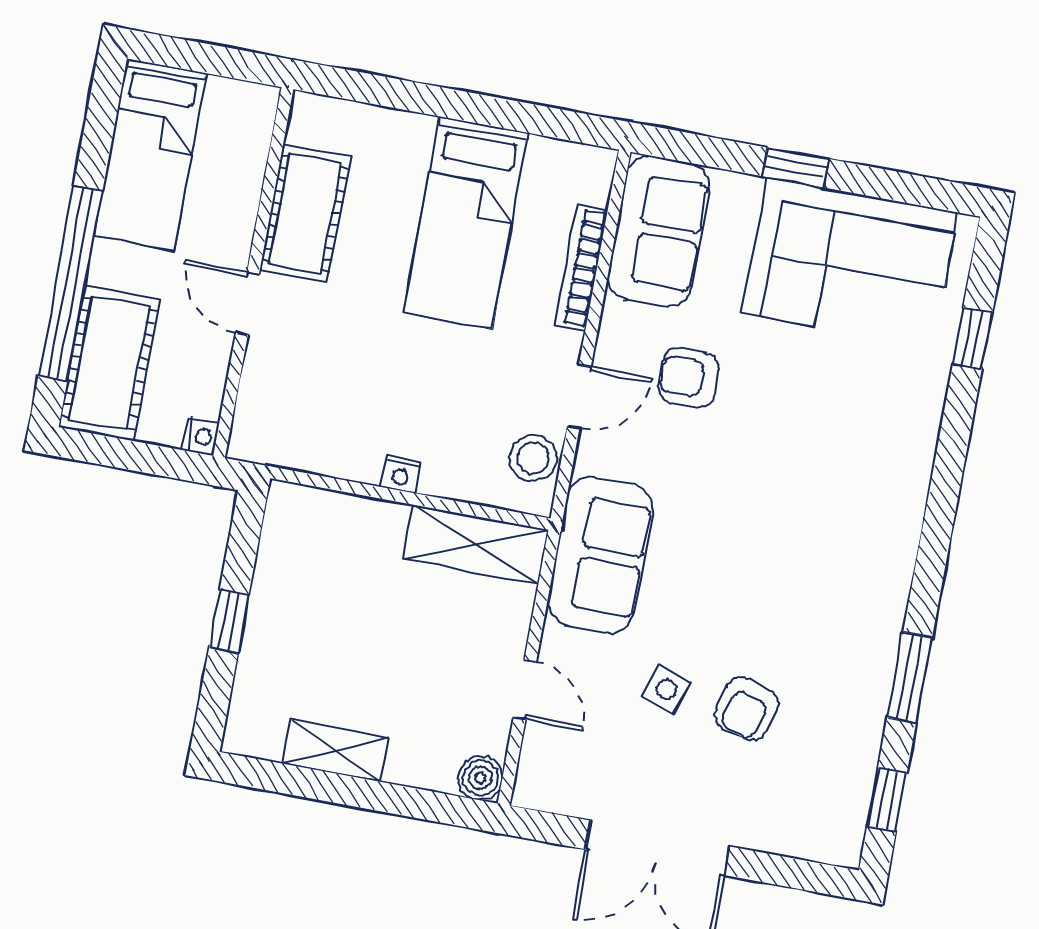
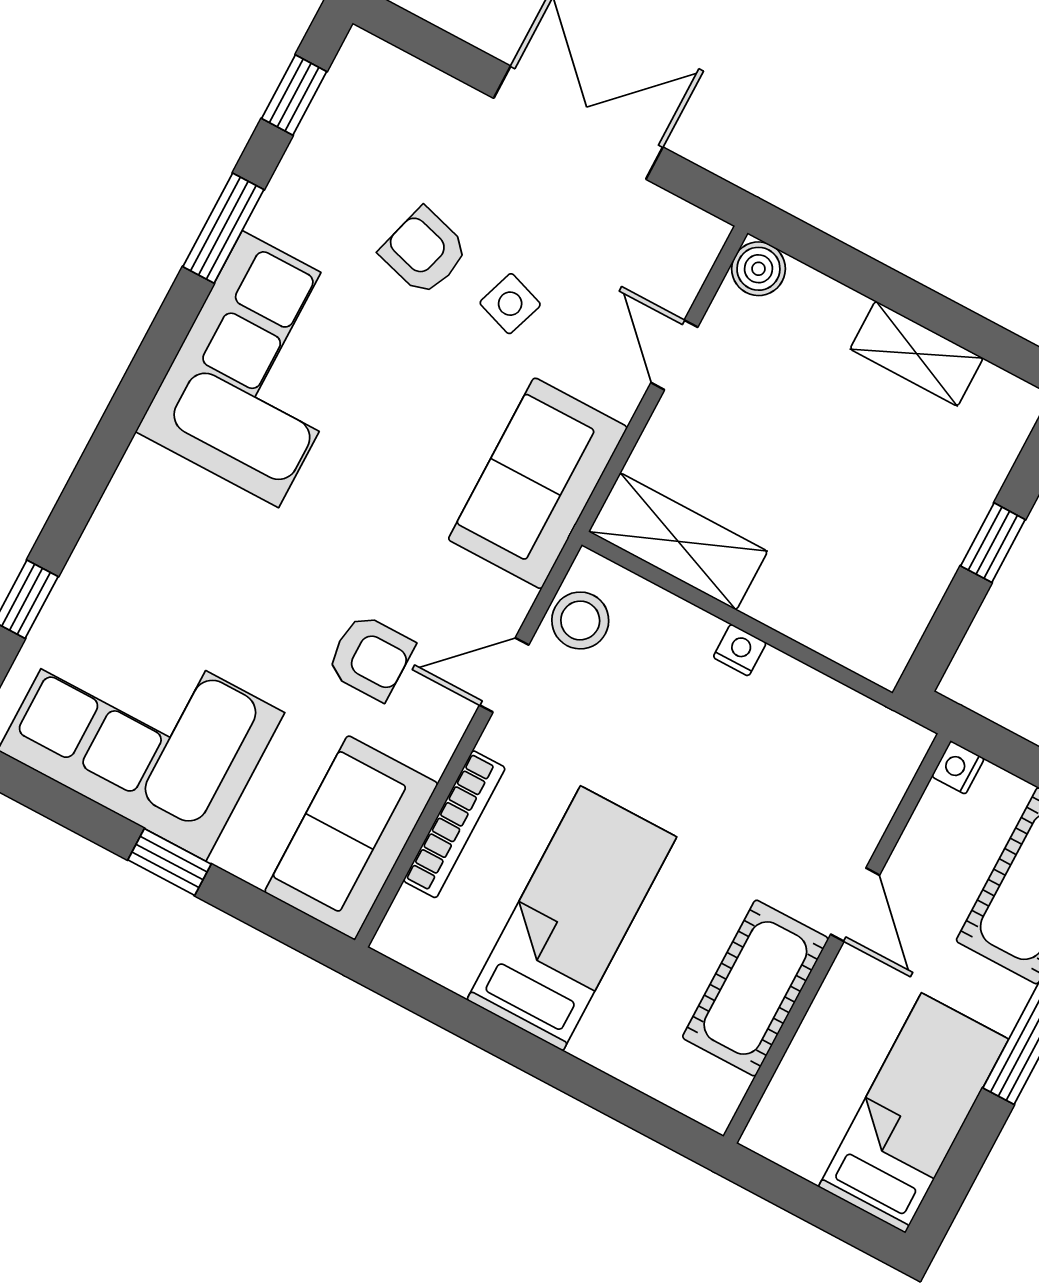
corner sofa: (846, 576) -> (260, 369), added
armchair: (746, 709) -> (424, 252), turned -90

